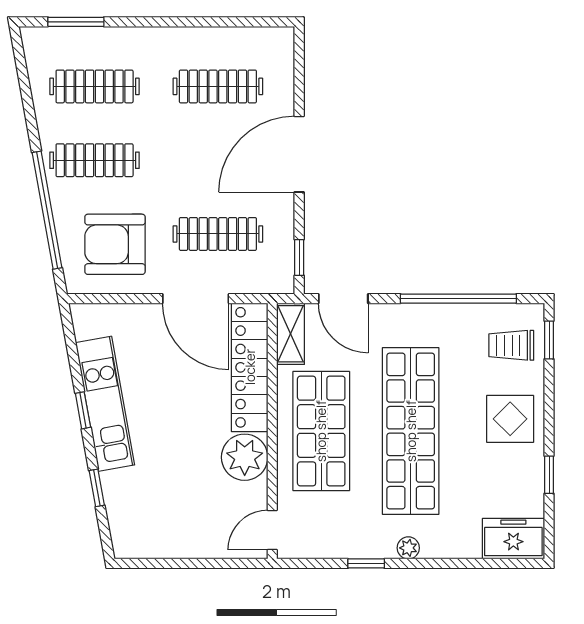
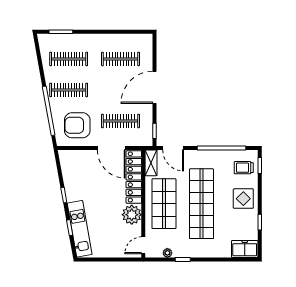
kitchen unit: (105, 404) -> (80, 229), moved
plant: (408, 548) -> (167, 253), moved

